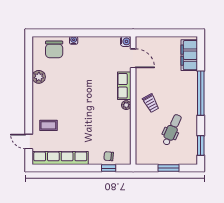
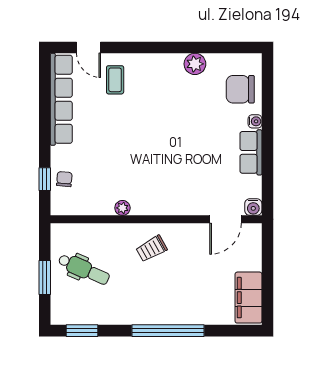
filing cabinet: (189, 55) -> (248, 298), moved, turned -90
row of seats: (124, 86) -> (251, 152), moved, turned -90
plant: (126, 105) -> (122, 208), moved
dental chair: (172, 130) -> (84, 269), moved
door: (29, 141) -> (89, 48), swing flipped

